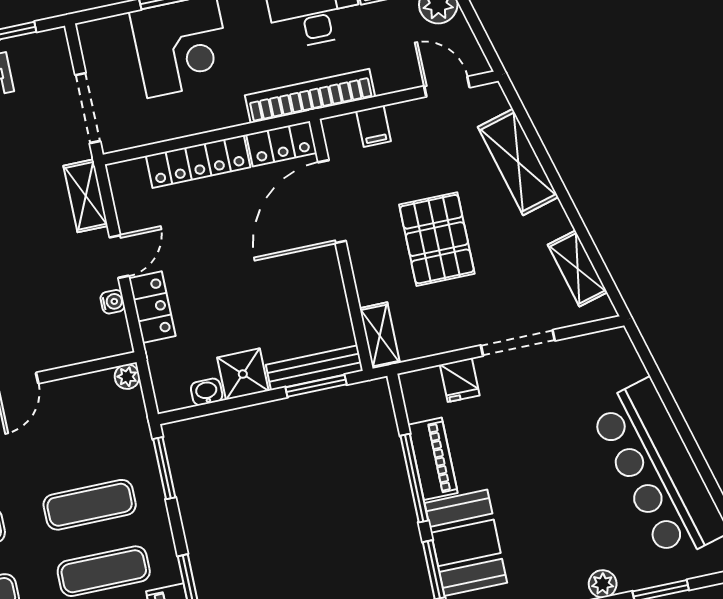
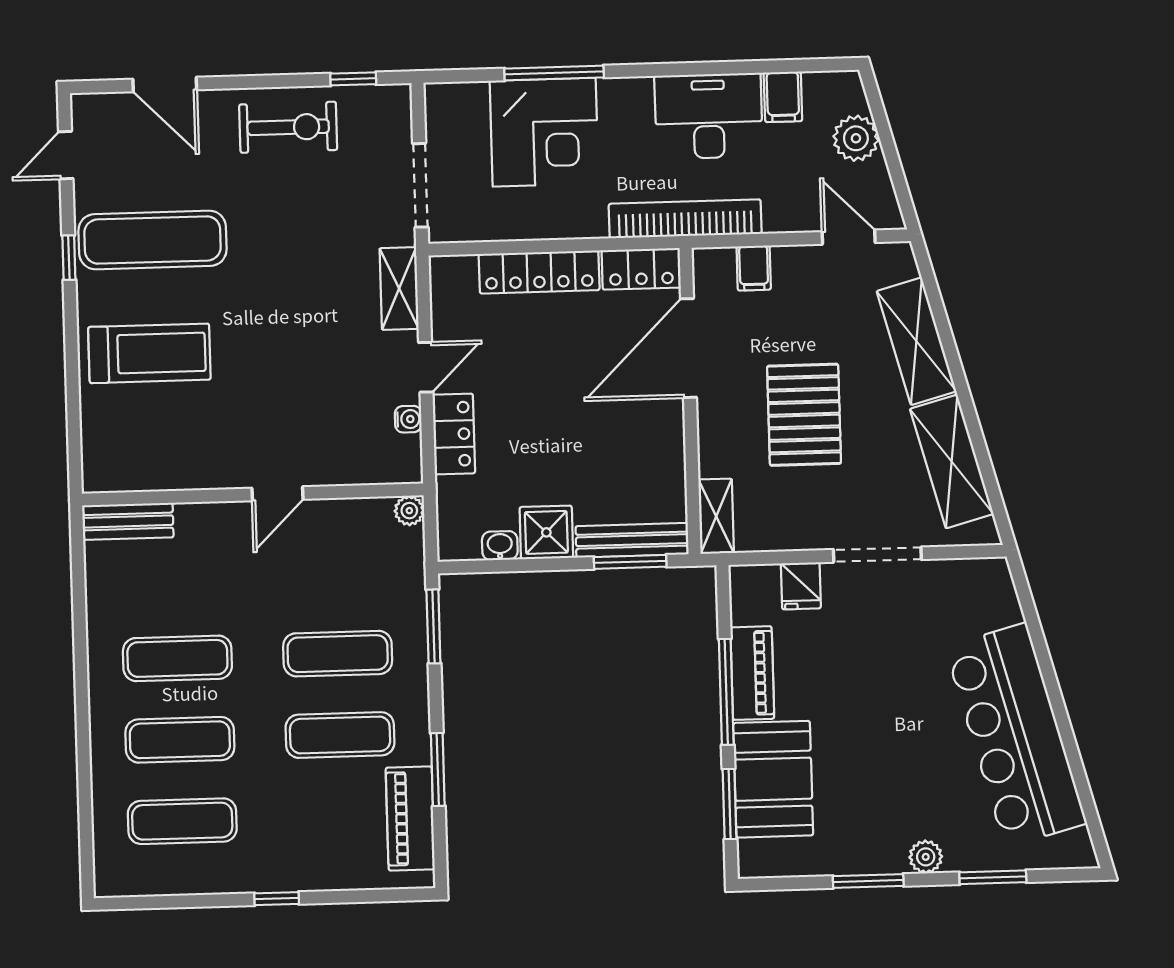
shelving: (577, 269) -> (952, 461), width x1.50, depth x1.33

